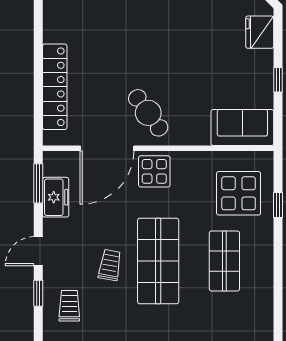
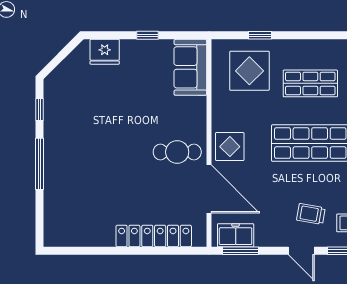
cafe table: (148, 113) -> (177, 152), turned 36
freezer: (56, 197) -> (236, 235), moved
trolley: (110, 265) -> (311, 214), moved

